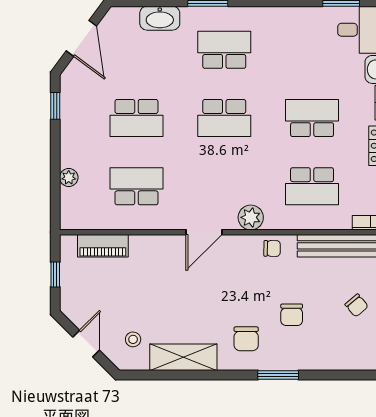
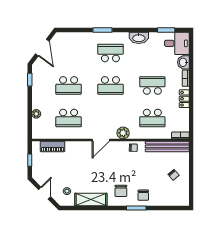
washbasin: (160, 18) -> (139, 38), moved
school desk: (136, 186) -> (69, 118), turned 180
chair: (292, 315) -> (143, 195), moved

